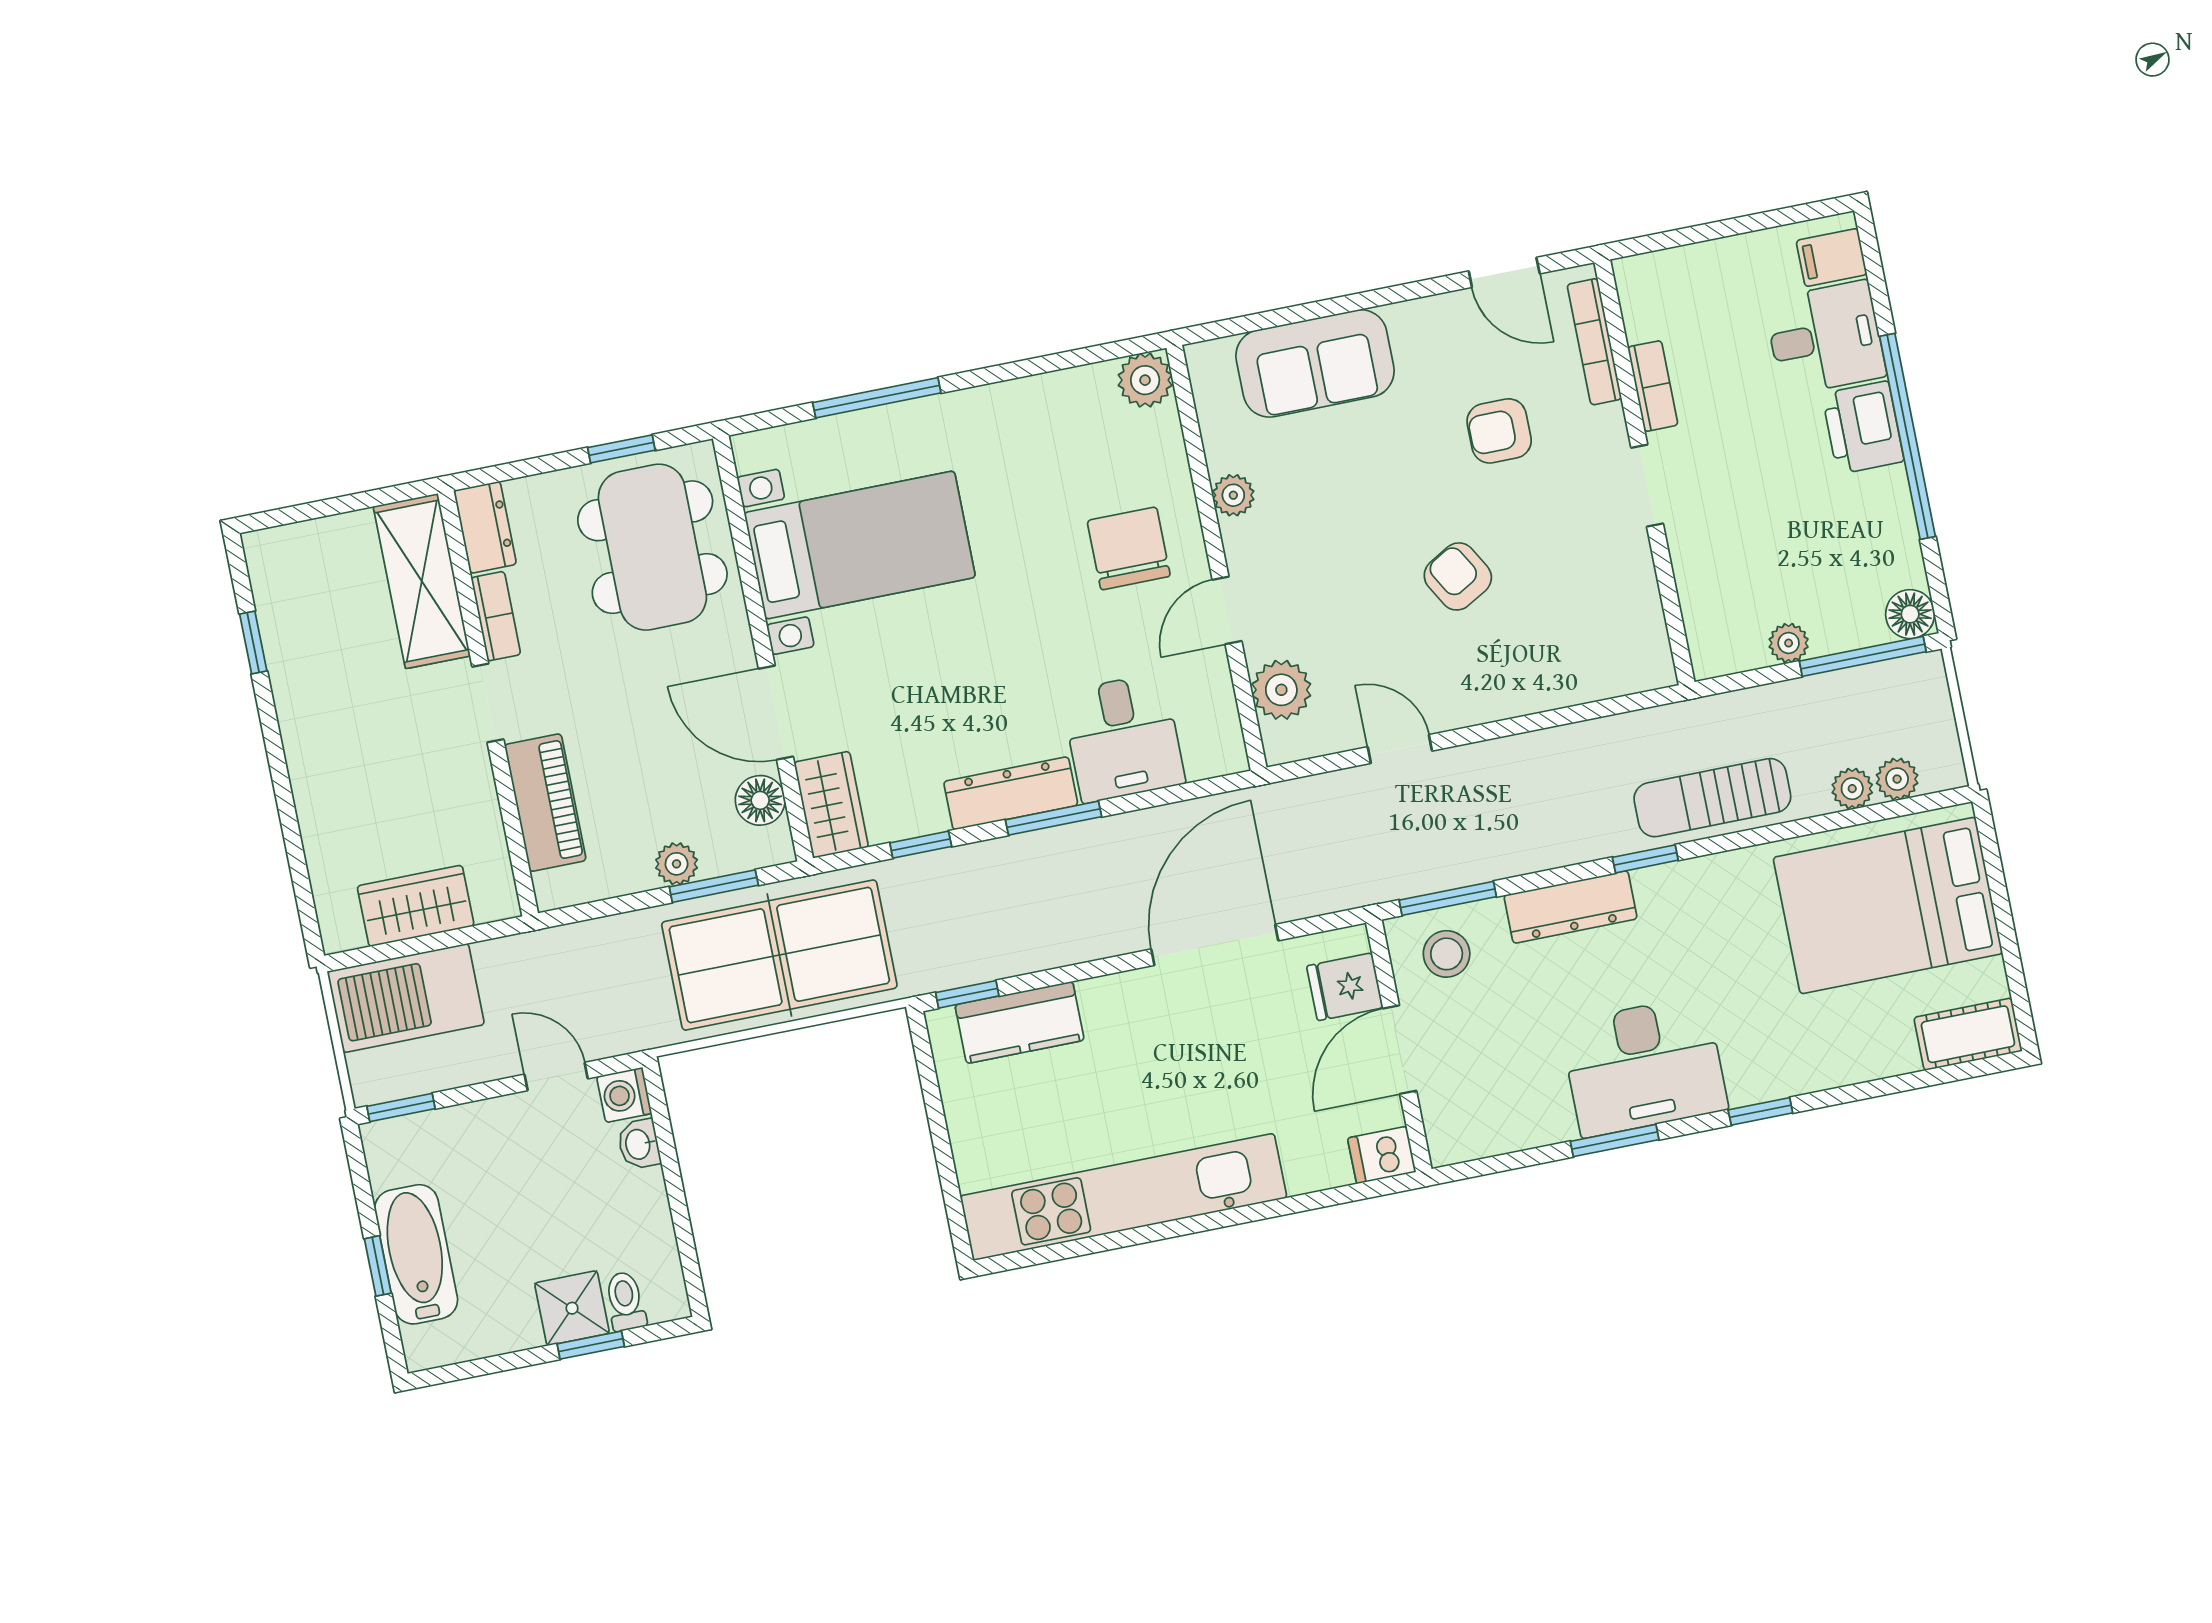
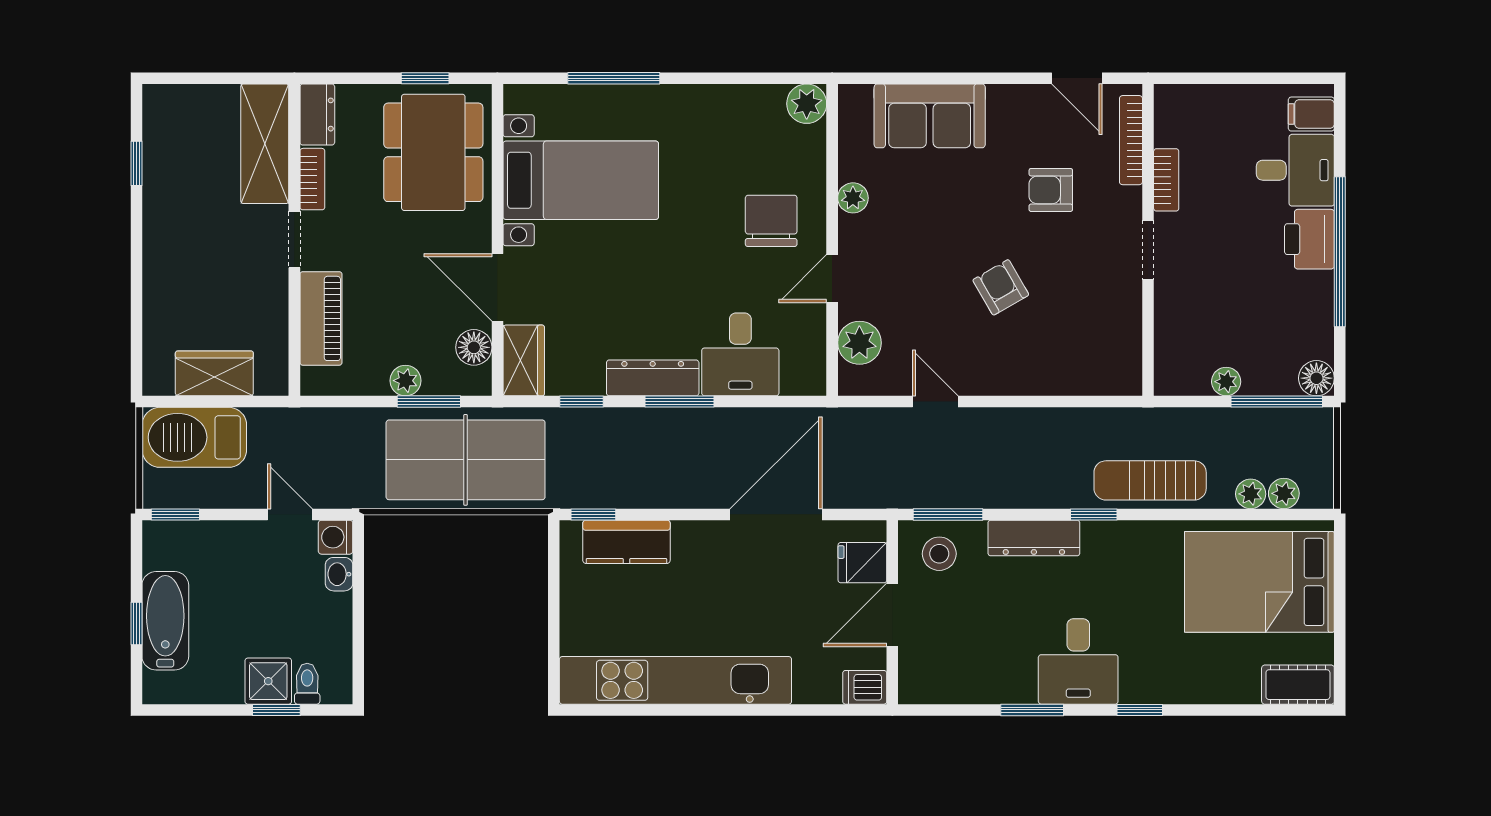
desk: (1644, 1066) -> (1078, 661), width x0.73

